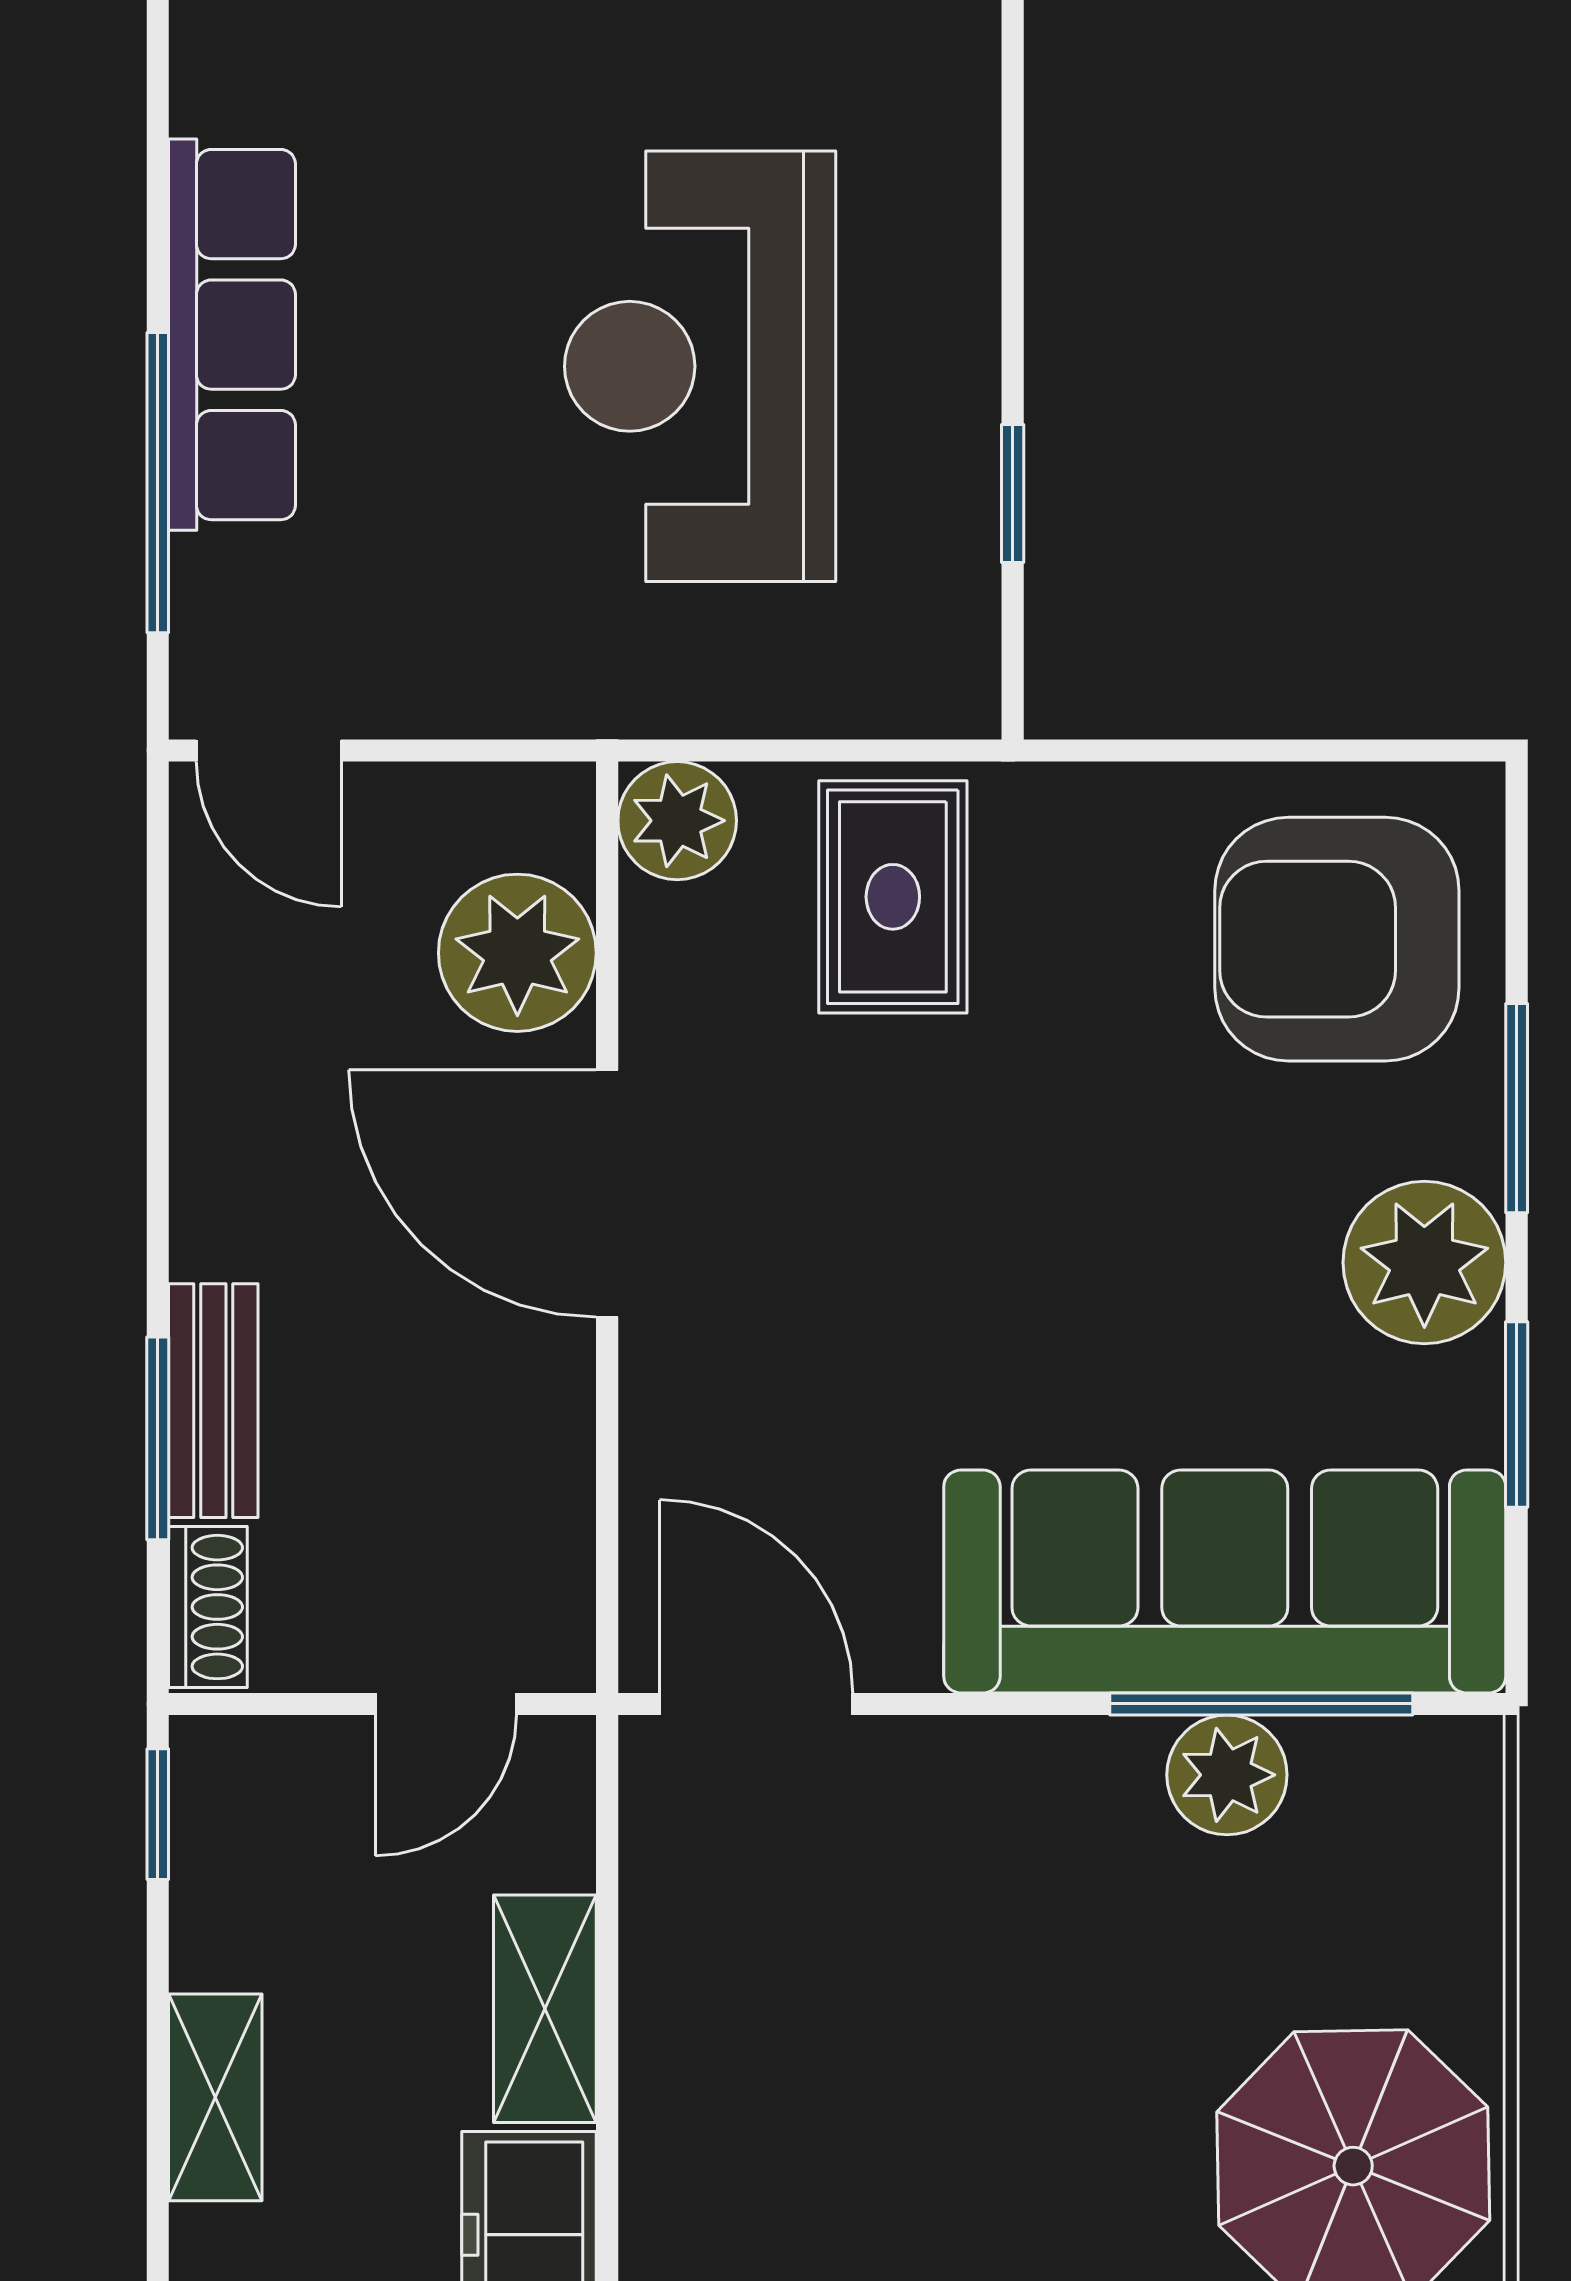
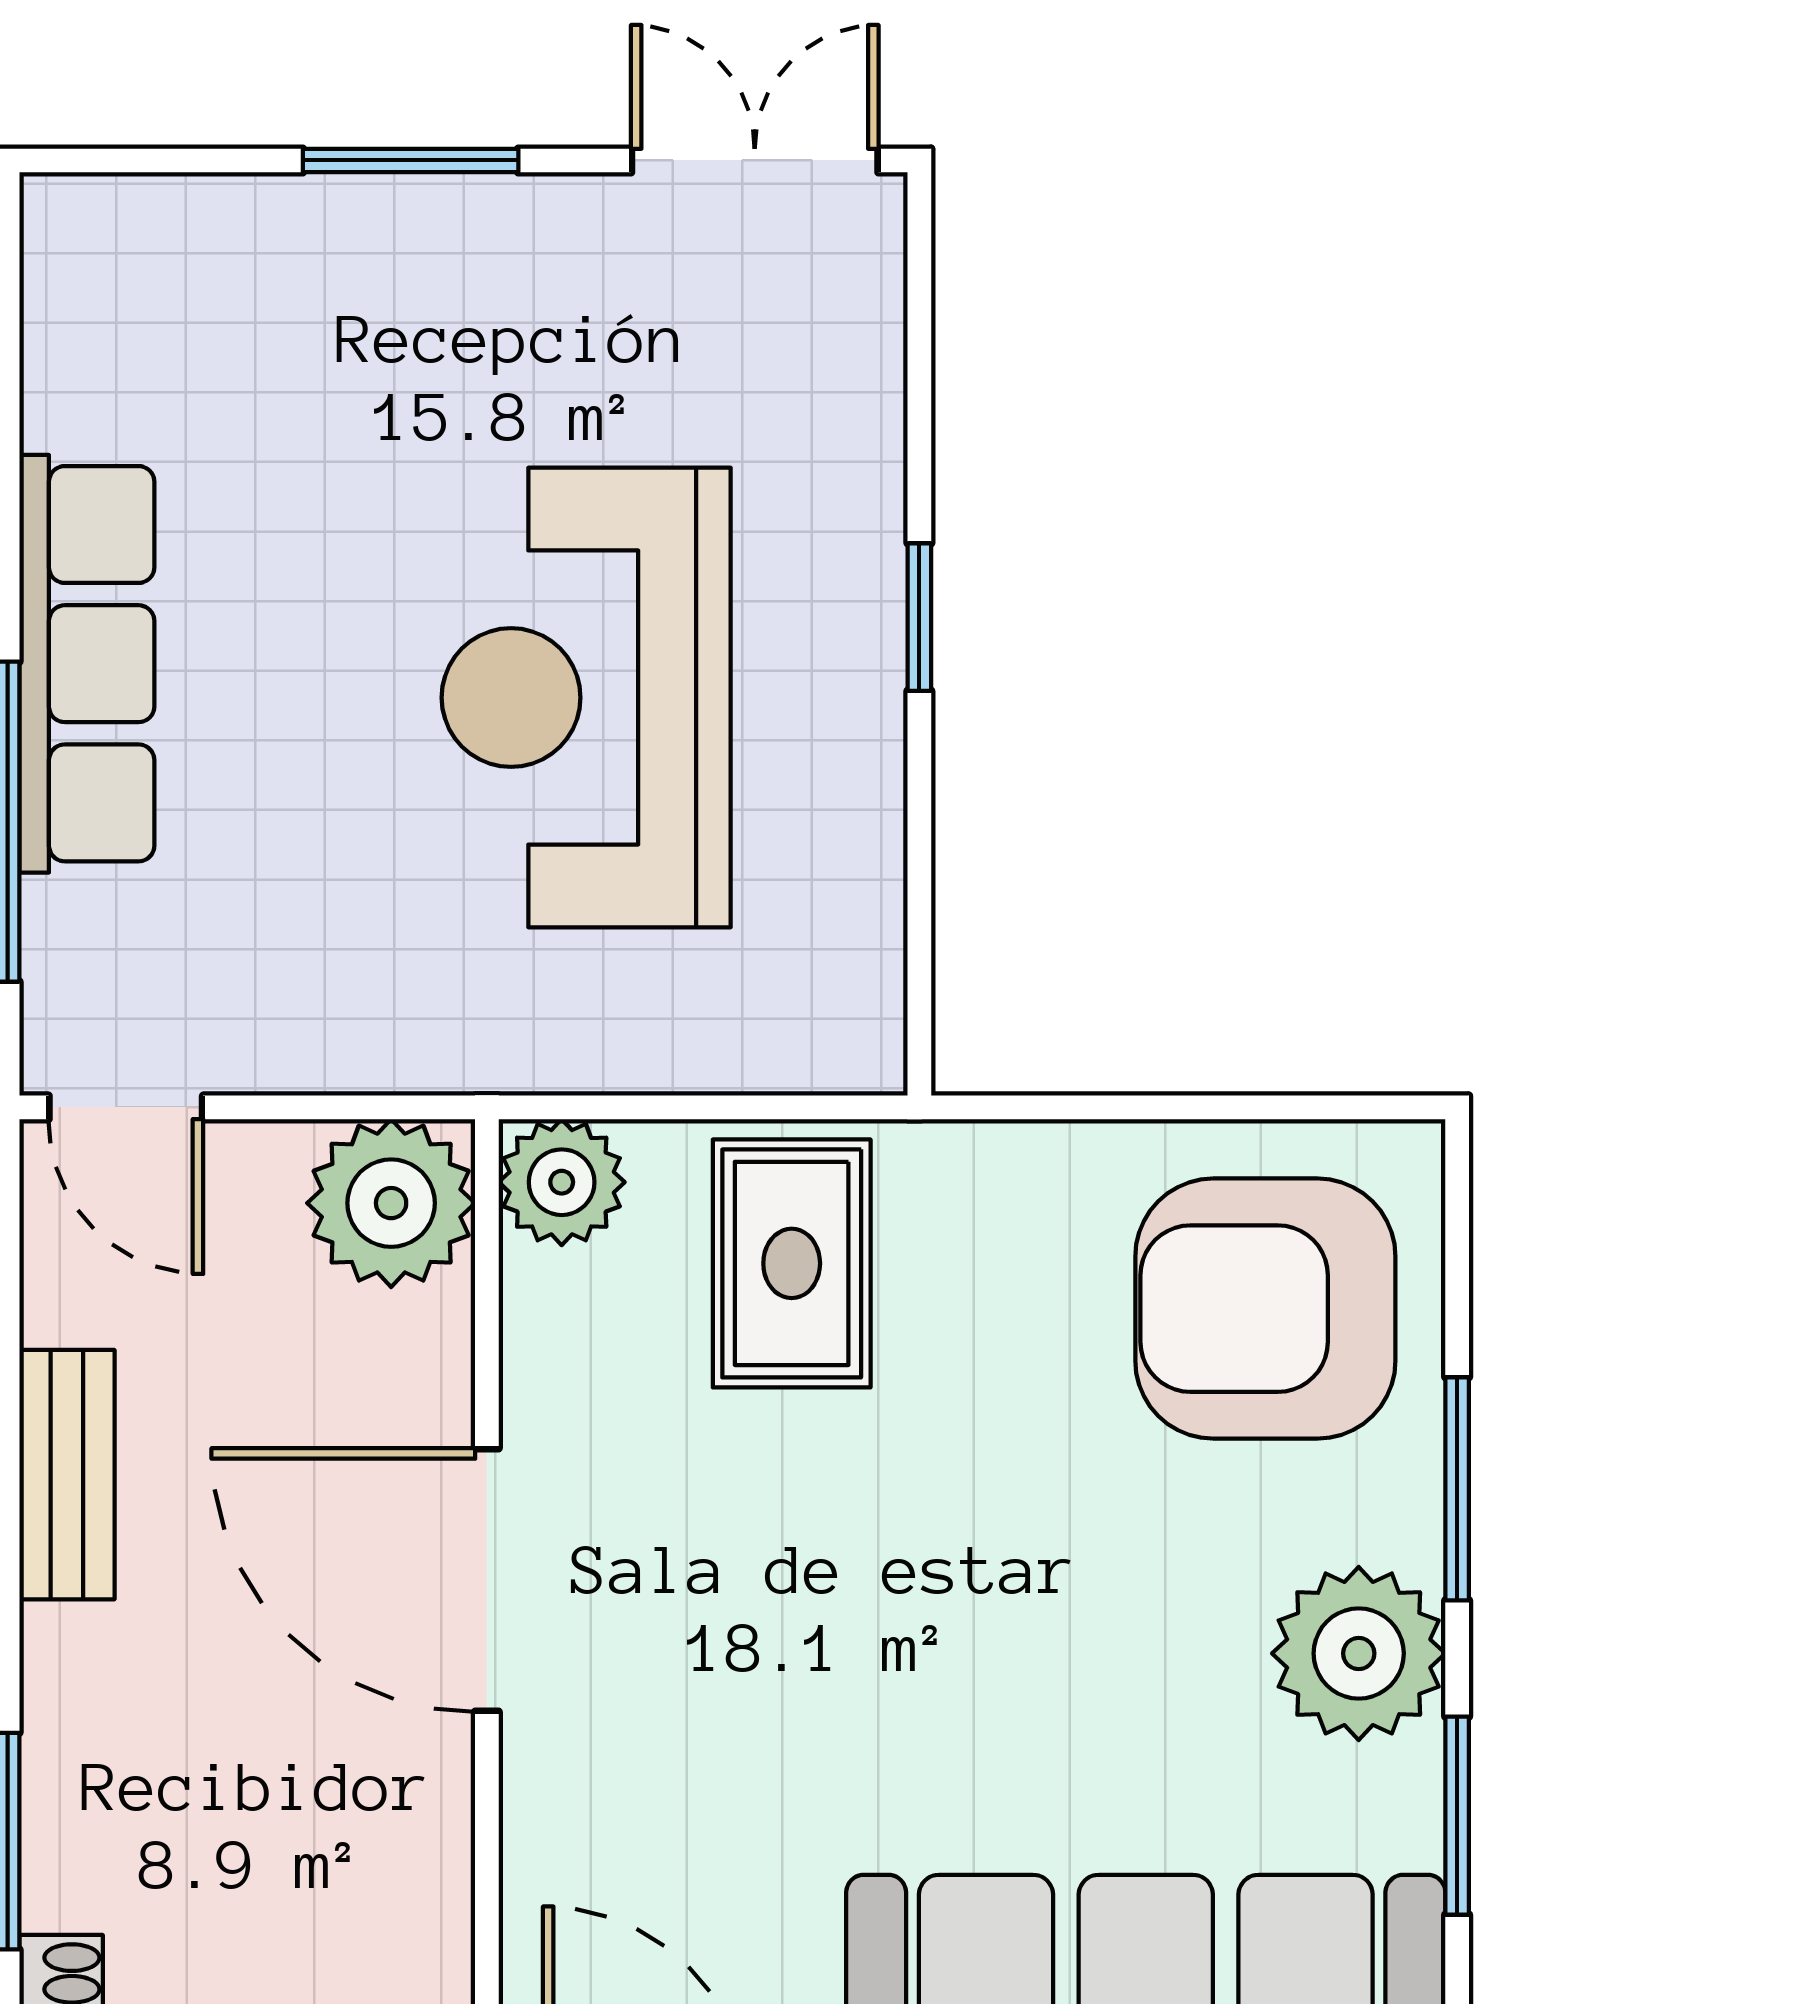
window: (1013, 493) -> (919, 617), moved
plant: (517, 953) -> (391, 1203), moved
bench: (213, 1401) -> (67, 1475), moved

